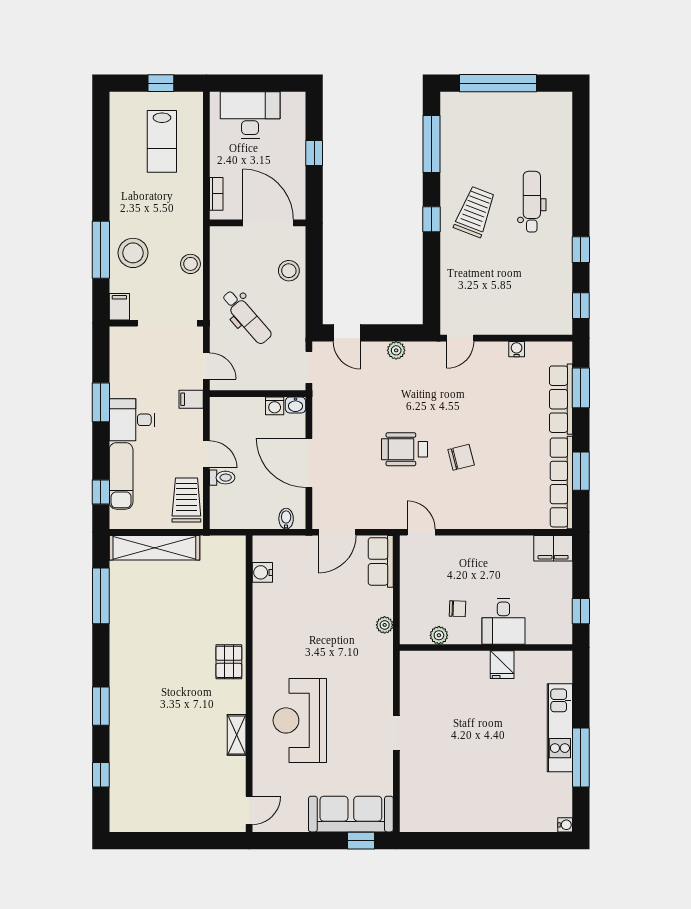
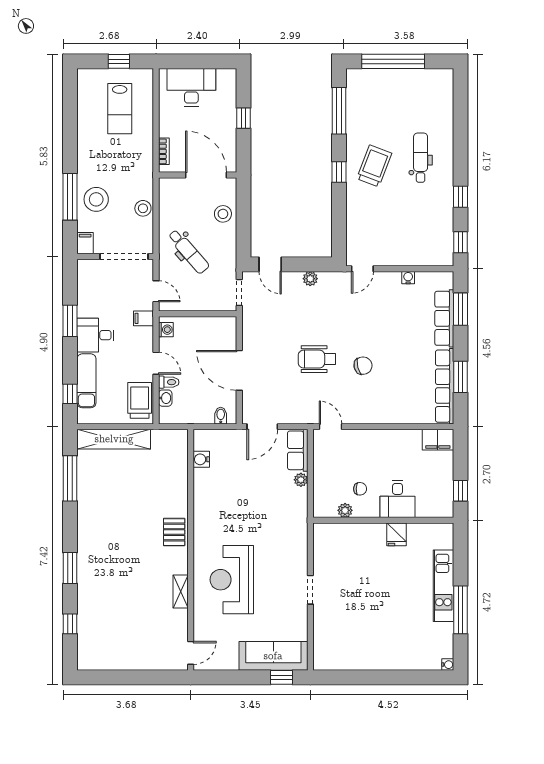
washbasin: (295, 405) -> (165, 398), moved, turned -90
washing machine: (275, 406) -> (166, 330), moved, turned -90
plant: (385, 625) -> (301, 480), moved

